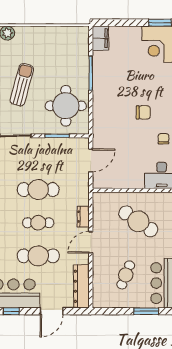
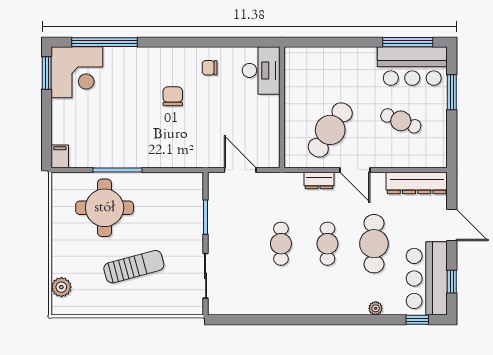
filing cabinet: (100, 38) -> (60, 156), width x0.50
sun lounger: (22, 85) -> (134, 267), turned 150
round table: (66, 106) -> (105, 208), moved
cafe table: (38, 190) -> (281, 244), width x0.73, depth x0.74
cafe table: (138, 221) -> (330, 130), moved

